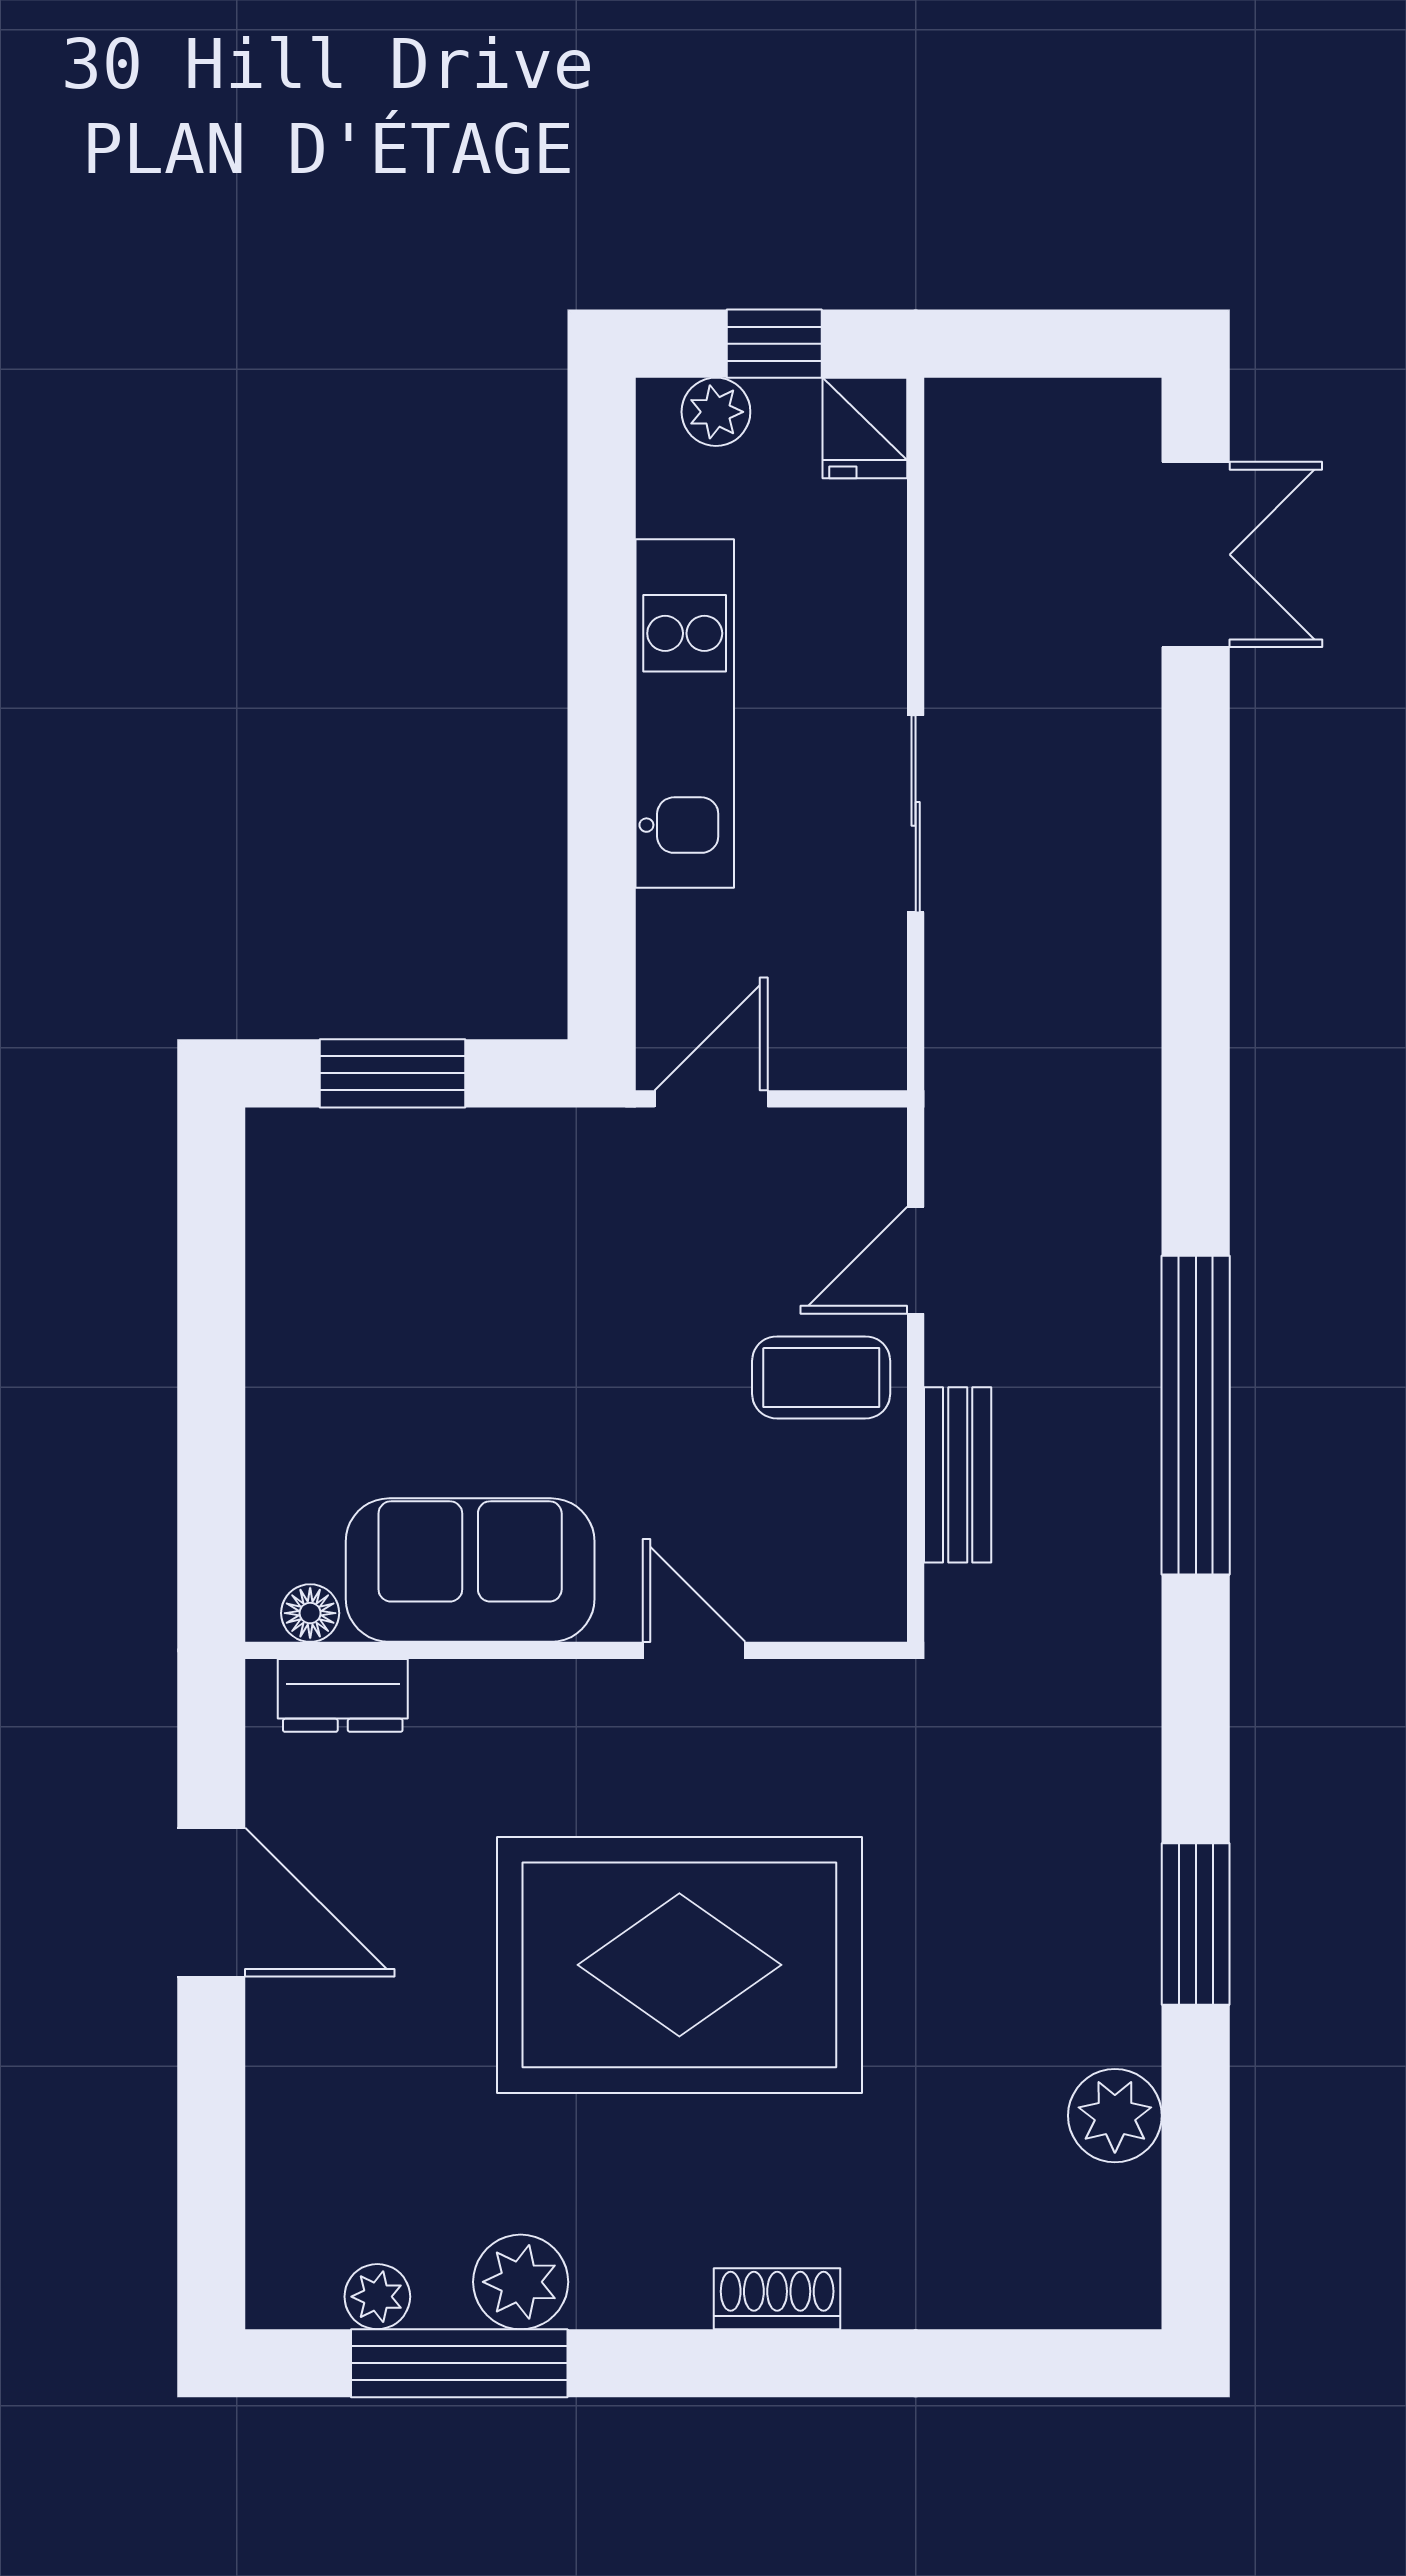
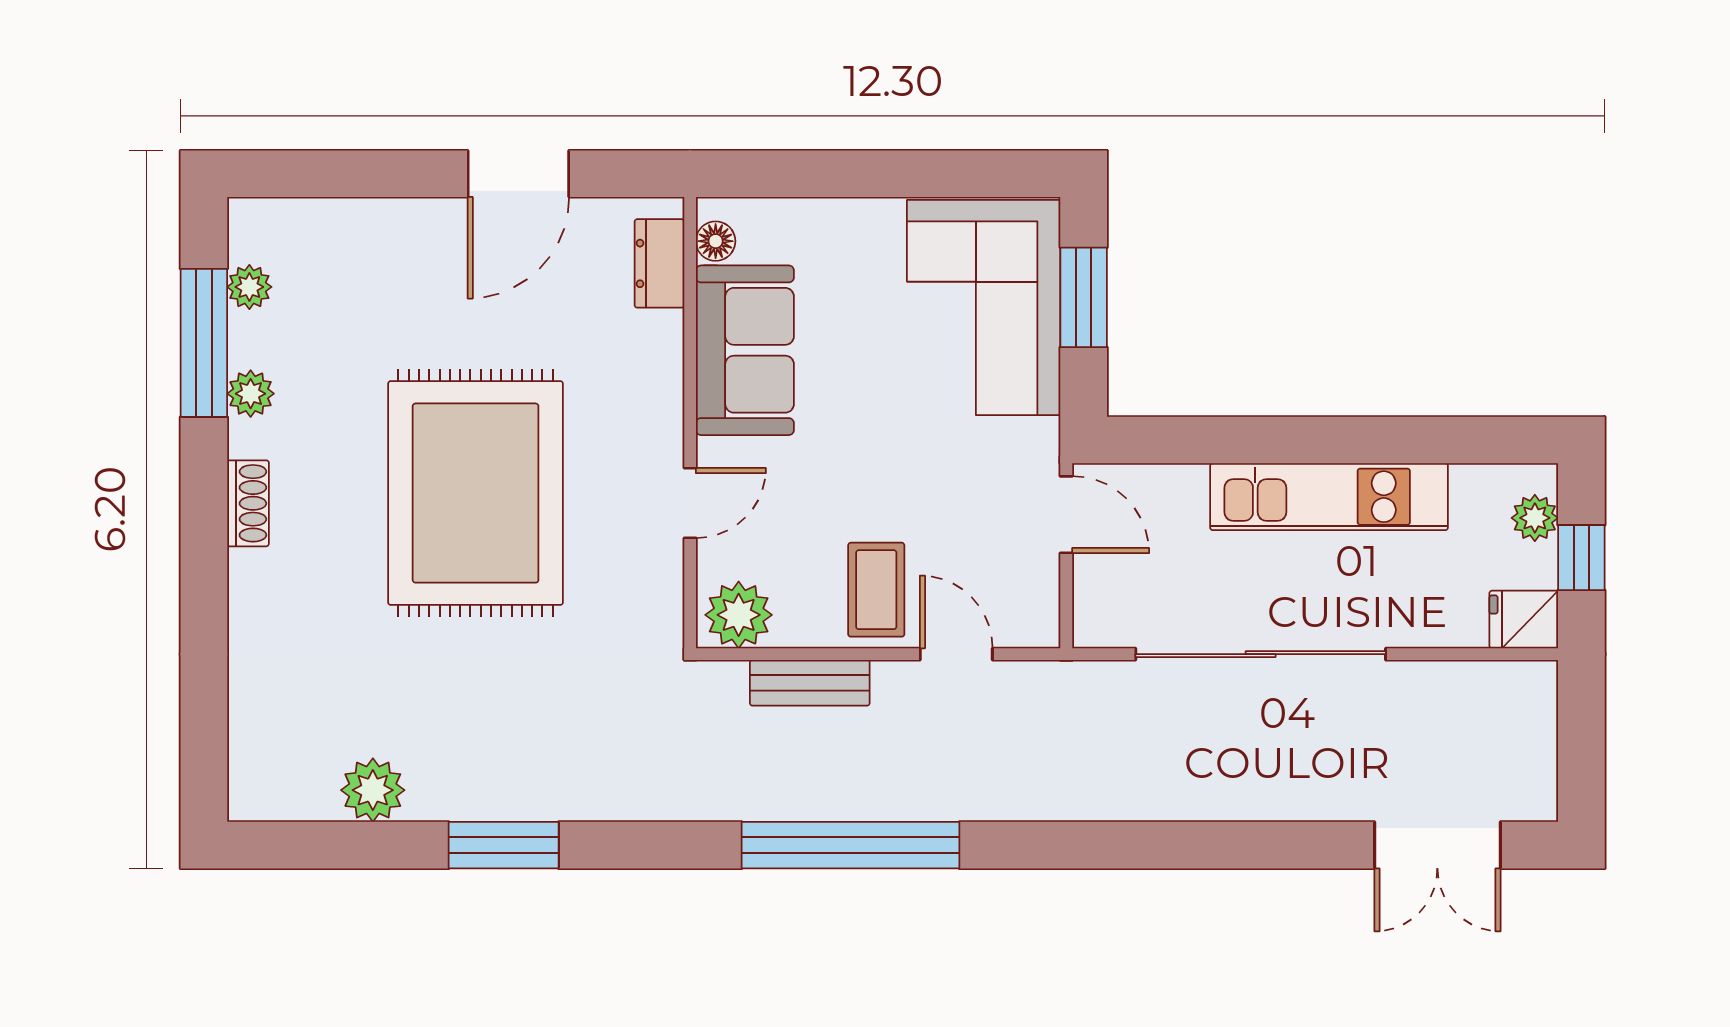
sliding door: (916, 814) -> (1261, 654), width x1.86
corner sofa: (407, 1220) -> (984, 307), added
plant: (858, 1579) -> (739, 615), added
plant: (521, 2282) -> (251, 394), width x0.73, depth x0.73
shoe rack: (777, 2299) -> (248, 503), moved

